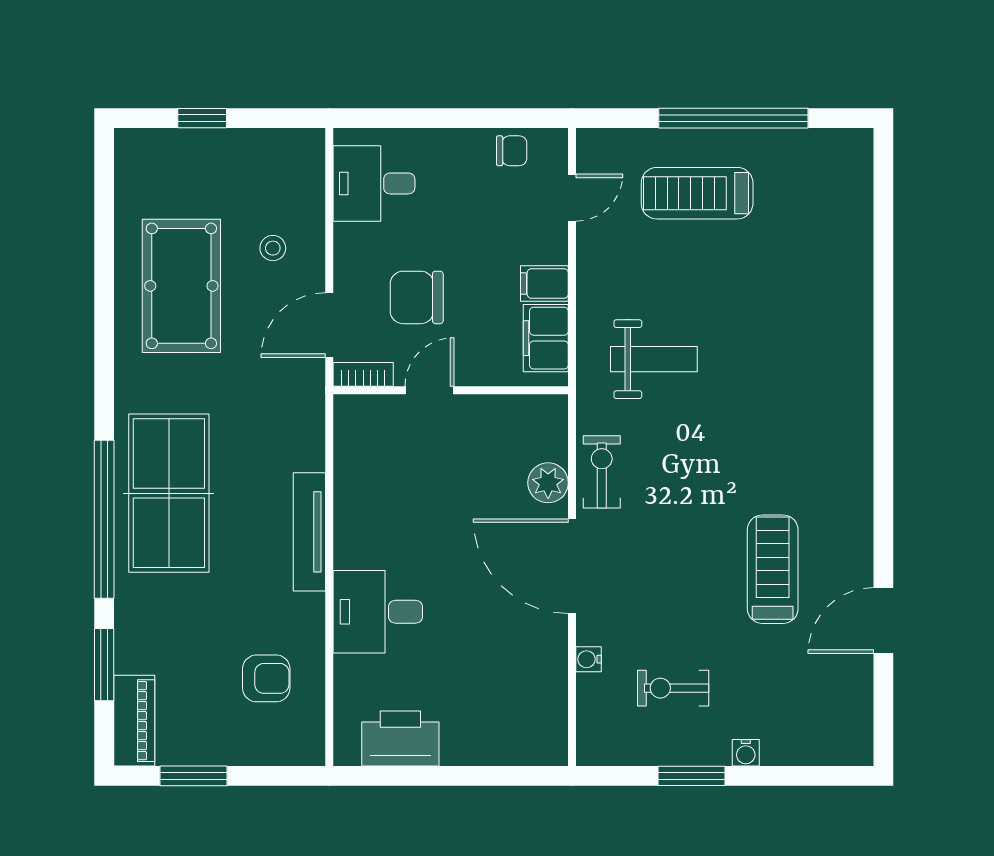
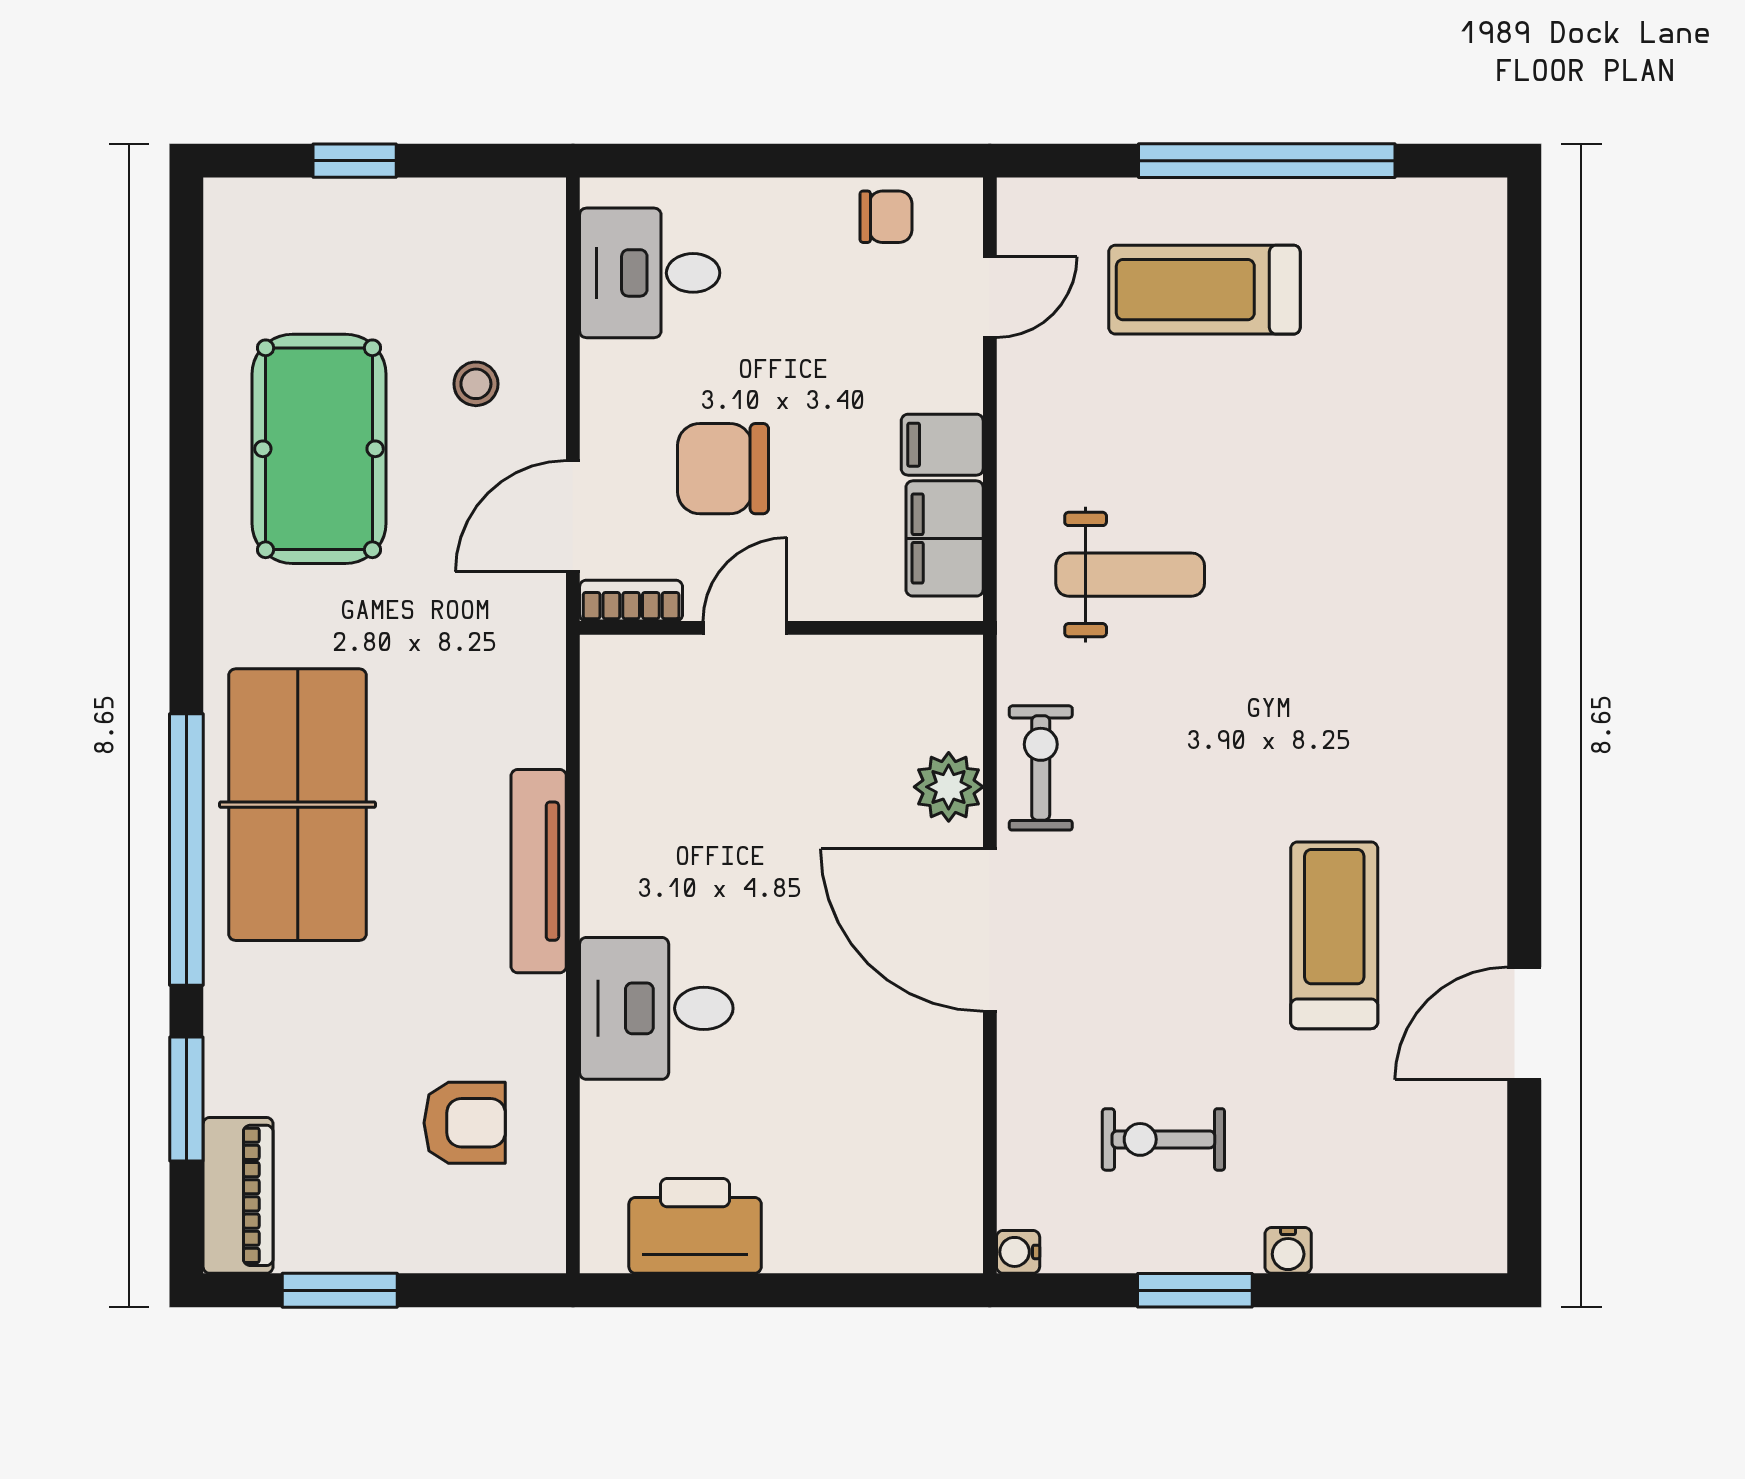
water cooler: (589, 659) -> (1018, 1252), moved

